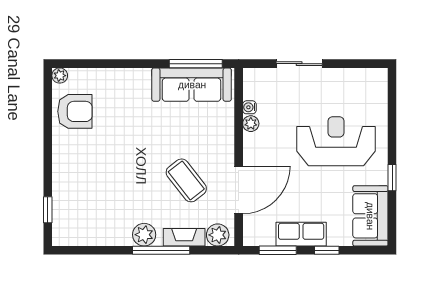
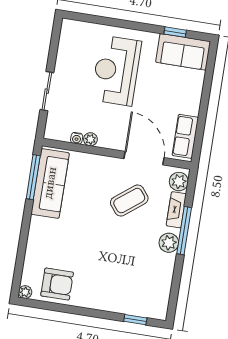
armchair: (75, 111) -> (57, 284), turned 90
window: (392, 178) -> (175, 32), moved
row of seats: (301, 234) -> (185, 136), moved
window: (278, 250) -> (199, 134), removed
window: (327, 250) -> (206, 93), removed

